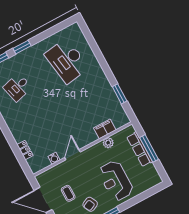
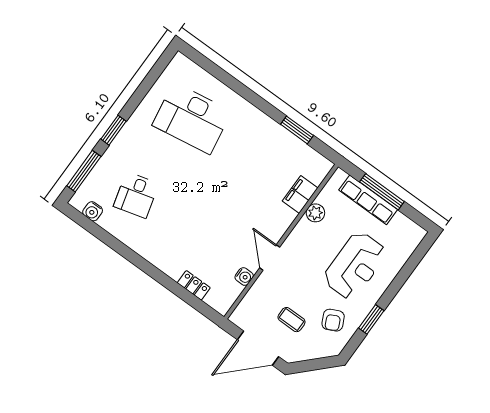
reception desk: (116, 181) -> (355, 266), turned -90

